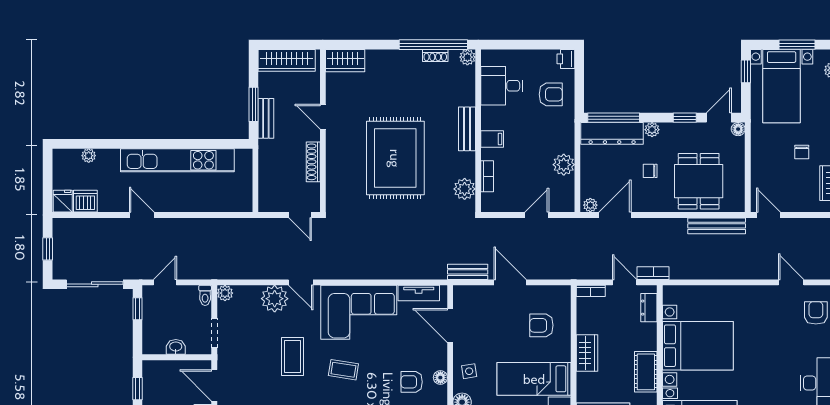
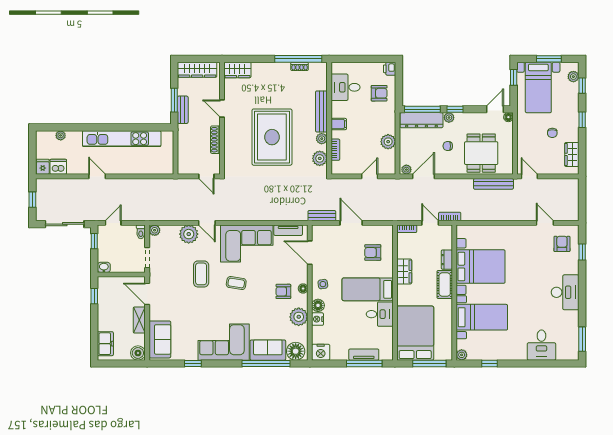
plant: (467, 57) -> (322, 139), moved
window: (685, 118) -> (455, 109), moved
bench: (467, 129) -> (321, 111), width x1.36
dresser: (649, 308) -> (447, 260), moved
washbasin: (176, 347) -> (104, 267), moved

